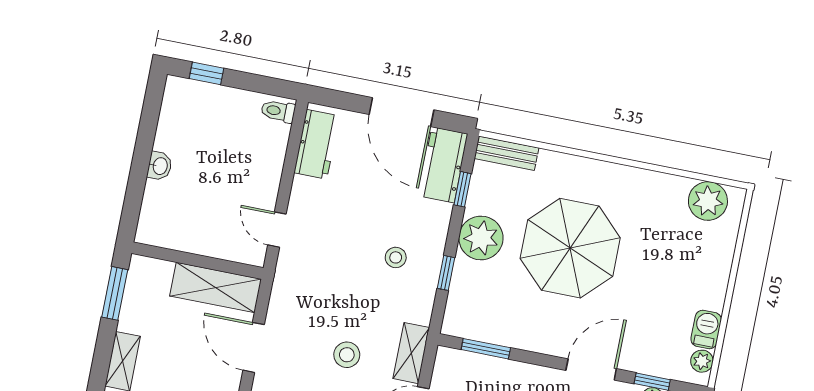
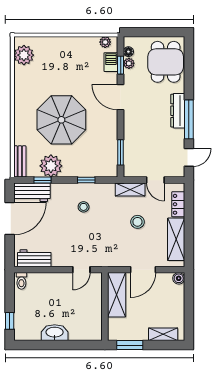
washbasin: (160, 166) -> (55, 333), width x1.91, depth x1.45
plant: (481, 238) -> (51, 166), moved
barbecue: (706, 329) -> (111, 62), moved, turned 90

